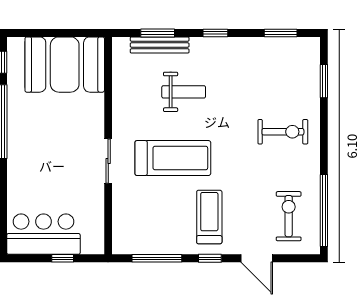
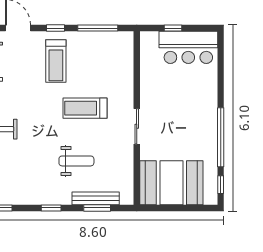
weight bench: (184, 92) -> (76, 161), turned 180
treadmill: (173, 158) -> (85, 108), width x0.73, depth x0.73
sliding door: (108, 161) -> (137, 126), moved

